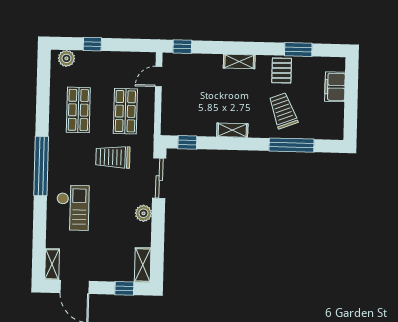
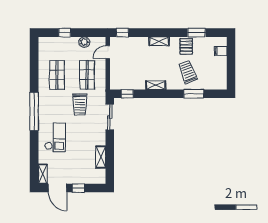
plant: (66, 58) -> (84, 42), moved
filing cabinet: (335, 87) -> (221, 51), width x0.50
window: (292, 145) -> (194, 94), width x0.69
trolley: (113, 157) -> (80, 104), turned -90
plant: (143, 213) -> (100, 140), removed
shelving: (143, 265) -> (101, 157), moved
window: (124, 288) -> (78, 188), moved

